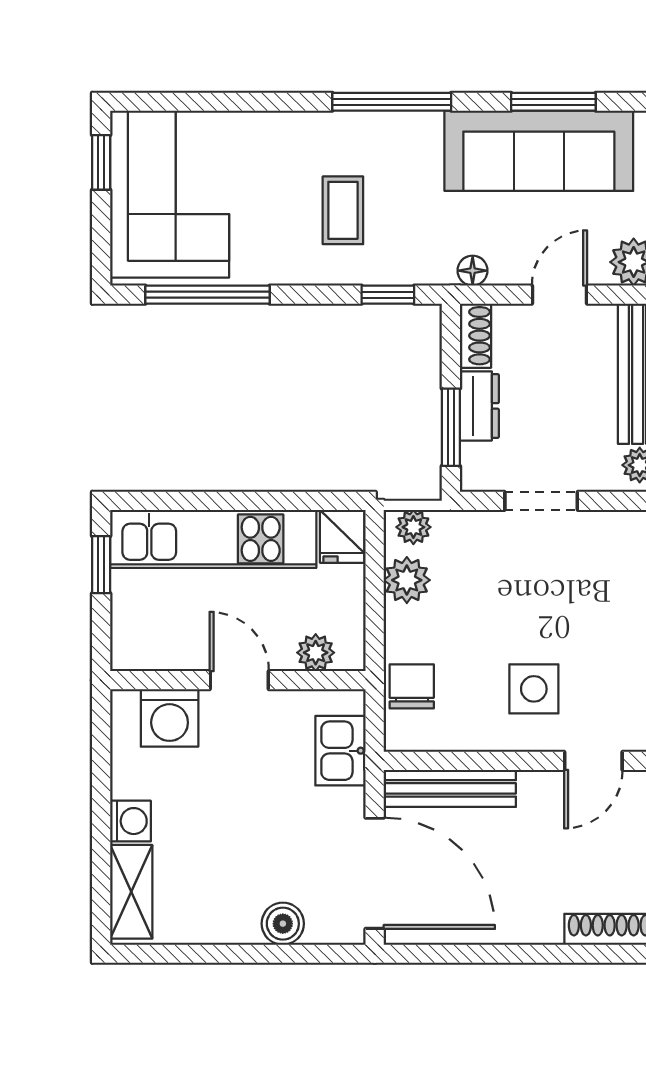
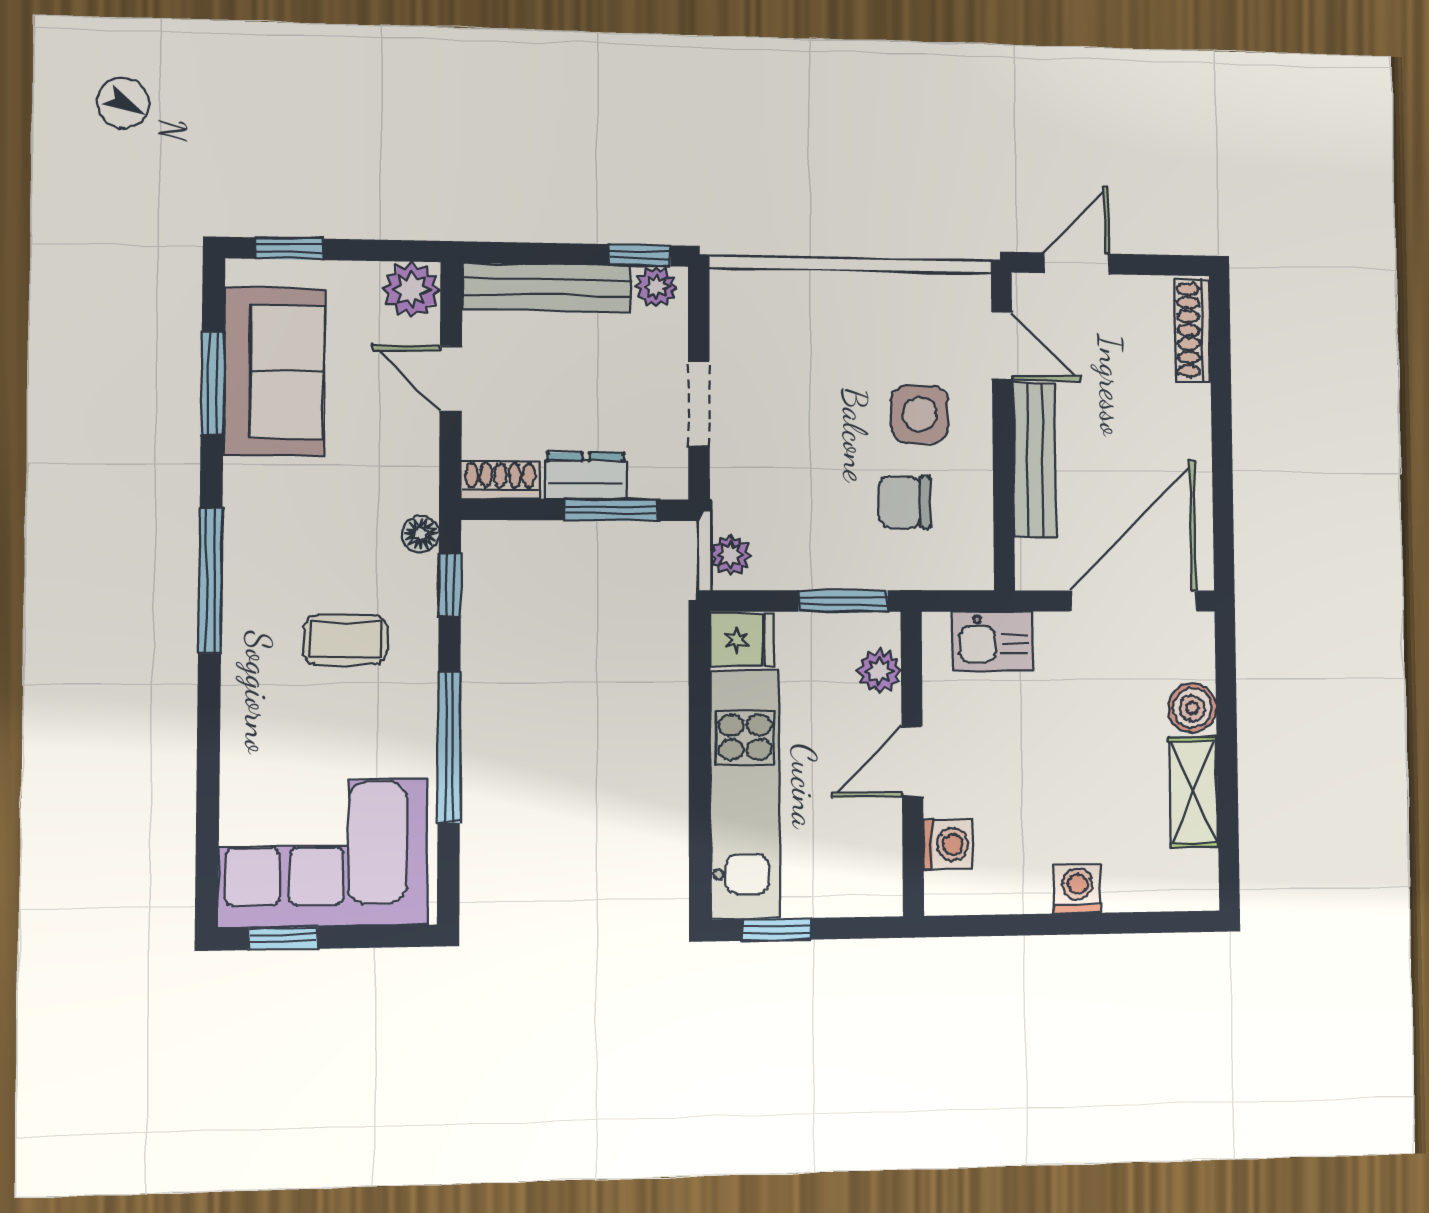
sofa: (539, 151) -> (274, 372), width x0.73
floor lamp: (473, 271) -> (421, 534), moved
window: (208, 295) -> (449, 747), moved
plant: (407, 580) -> (793, 563), removed
window: (375, 622) -> (843, 601), added
chair: (412, 686) -> (905, 502), moved
washing machine: (170, 718) -> (948, 844), width x0.73, depth x0.73
bench: (450, 788) -> (1035, 460), moved
shelving: (131, 892) -> (1194, 792), moved, turned 90

